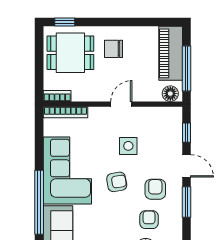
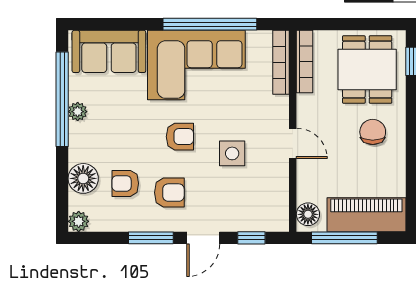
bookcase: (57, 96) -> (305, 62), width x1.56
armchair: (117, 182) -> (180, 137), turned -80
window: (39, 202) -> (210, 24), moved
armchair: (149, 220) -> (125, 183), turned 180

